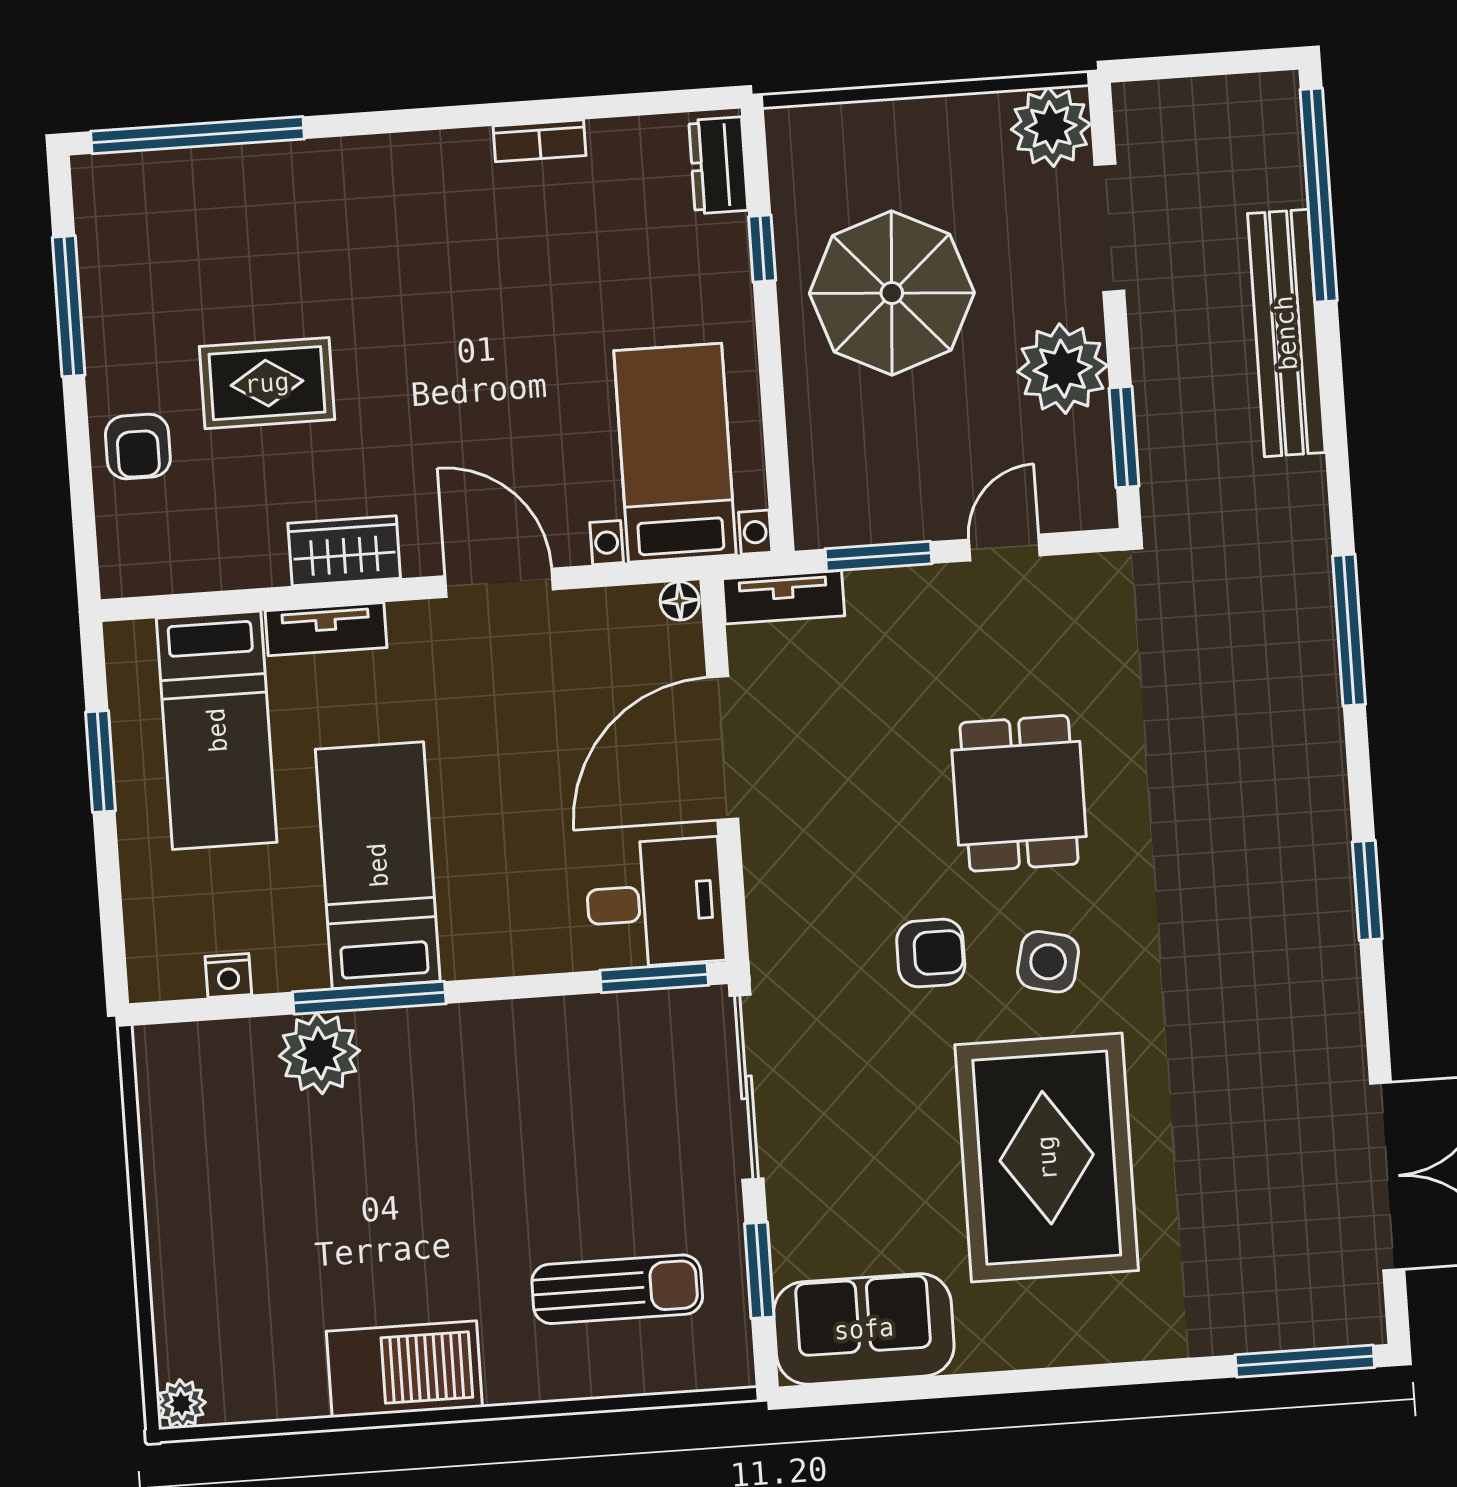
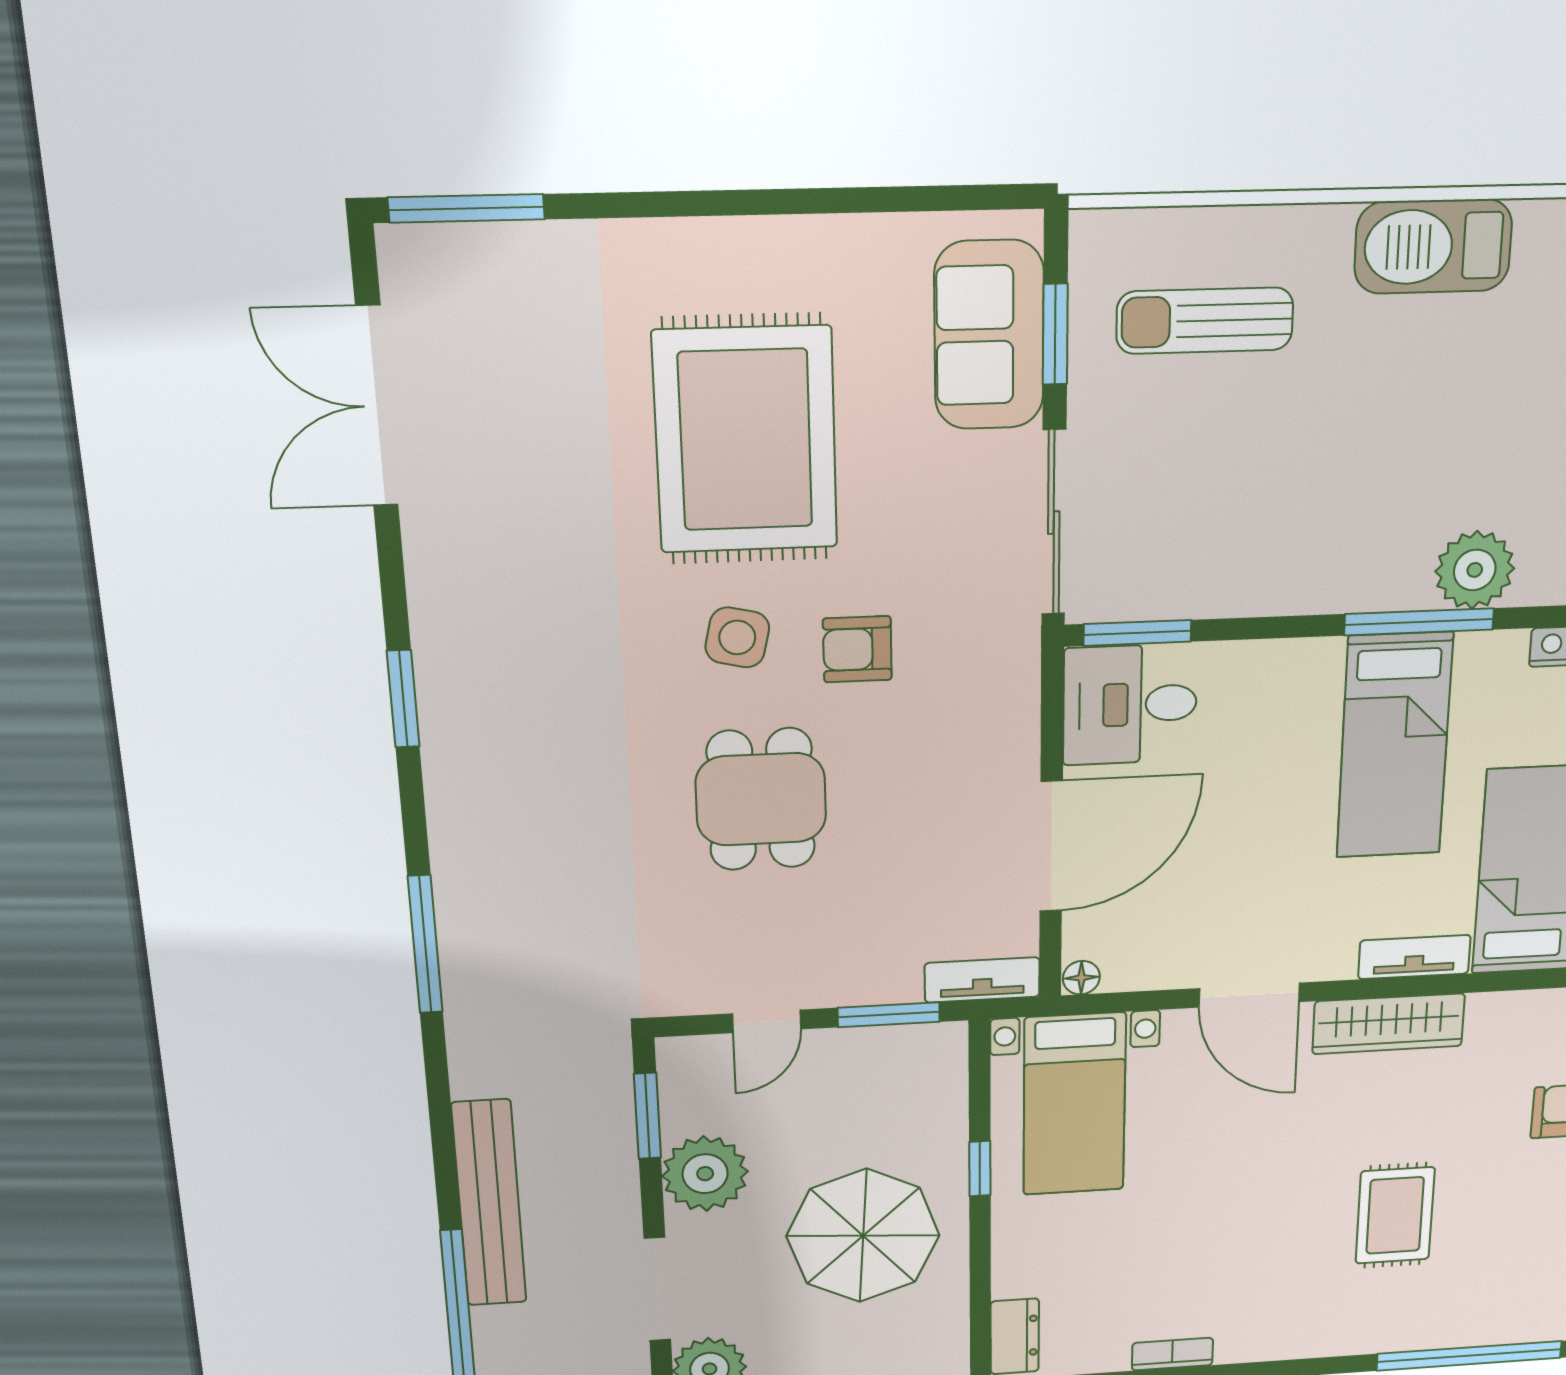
window: (762, 249) -> (980, 1169), moved
rug: (267, 383) -> (1395, 1215), moved, turned 90
wardrobe: (344, 551) -> (1389, 1024), width x1.50
sofa: (864, 1329) -> (989, 335), moved, turned 90

